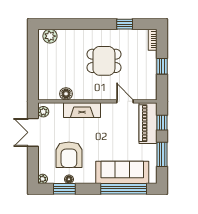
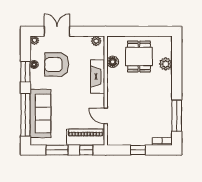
window: (125, 24) -> (177, 116), width x2.17
plant: (50, 36) -> (166, 64), moved
dining table: (104, 61) -> (139, 56), moved
door: (125, 101) -> (106, 116), swing flipped
double door: (33, 132) -> (57, 31), moved
window: (64, 189) -> (25, 72), moved

